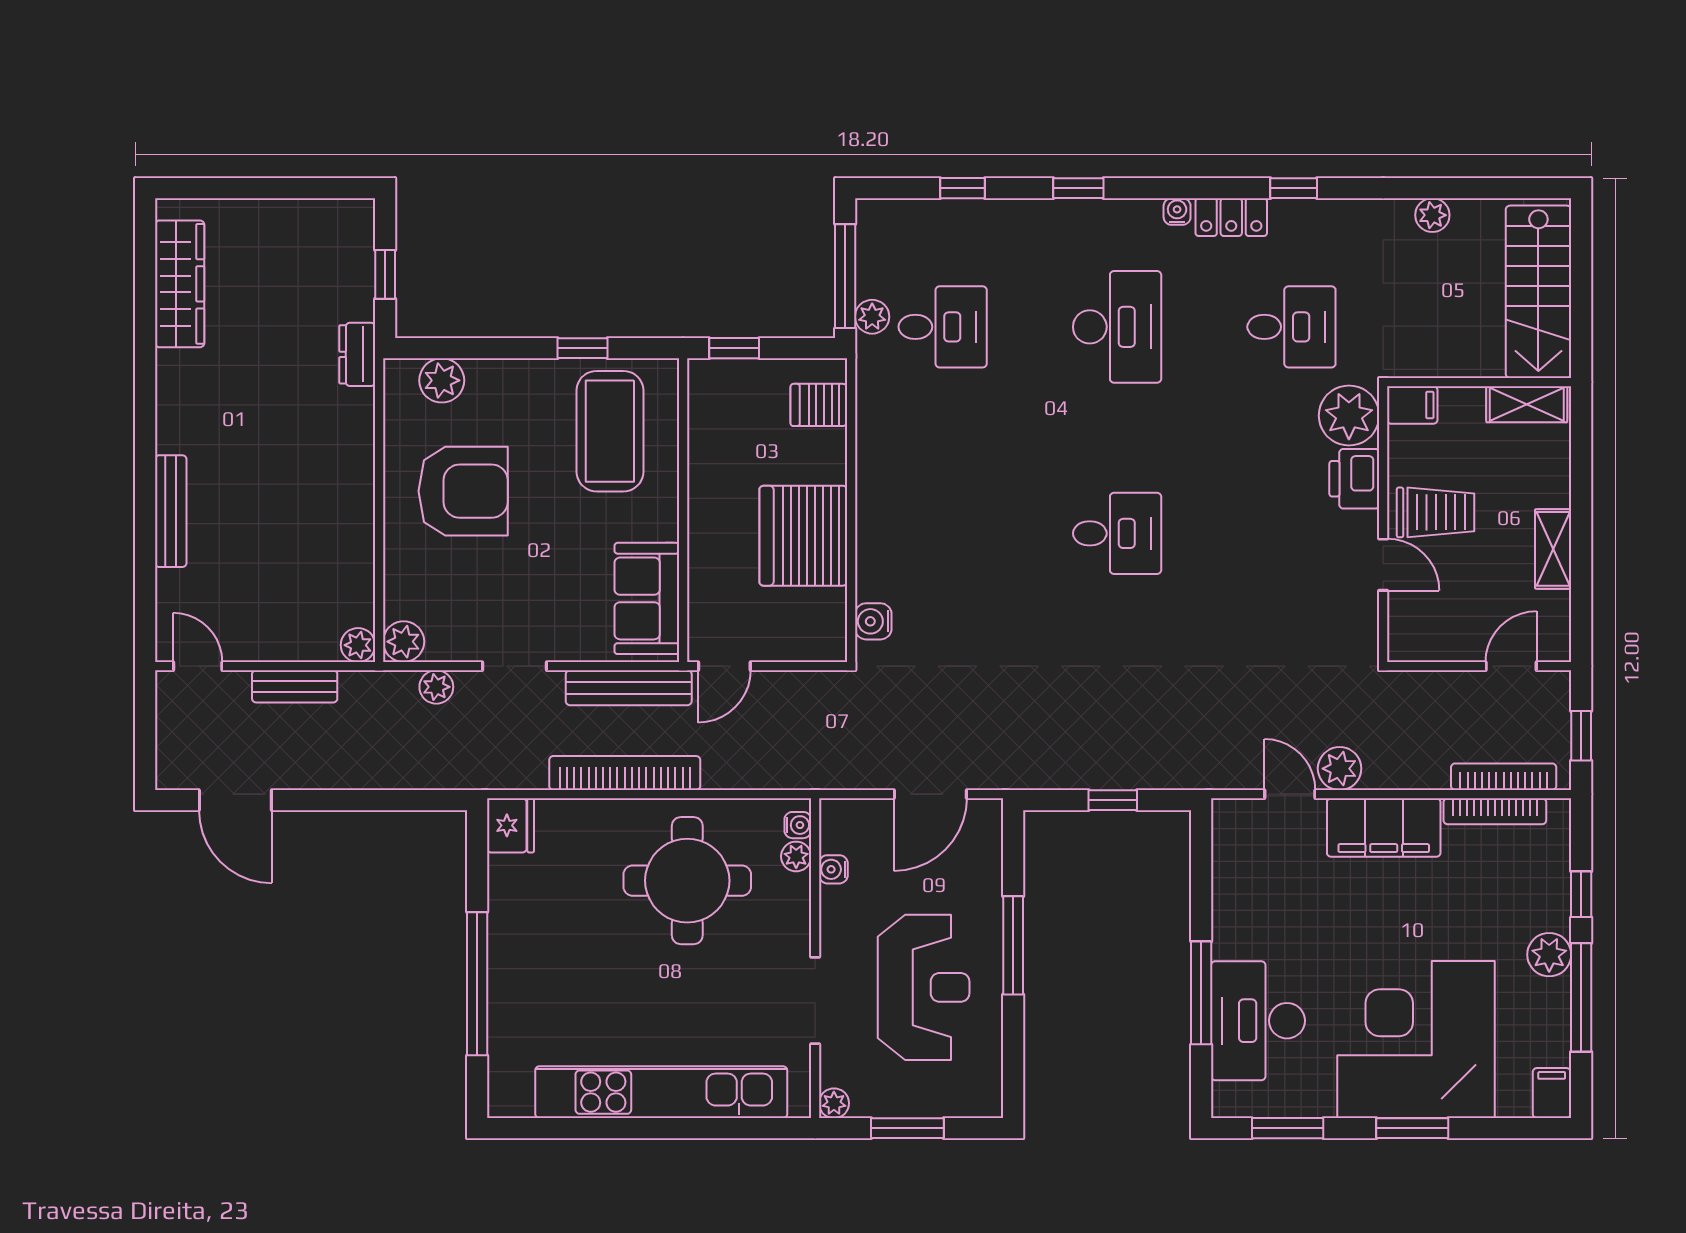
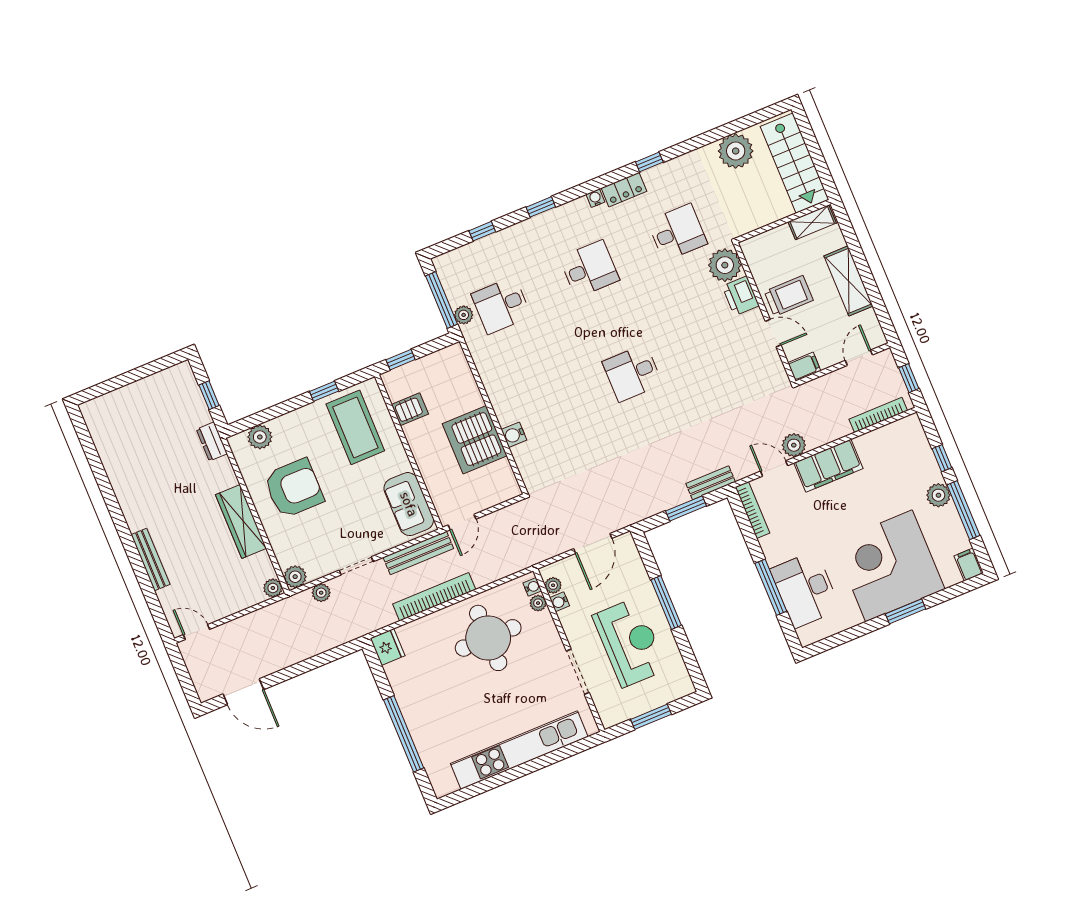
plant: (1432, 215) -> (736, 151), width x1.88, depth x1.88
wardrobe: (180, 284) -> (241, 521), moved, turned 180
desk: (943, 327) -> (501, 305), turned 180
desk: (1117, 327) -> (589, 269), width x0.73
server rack: (819, 405) -> (410, 409), moved, turned 180
filing cabinet: (1412, 405) -> (804, 367), moved
desk: (1117, 533) -> (632, 373), turned 180
shelving: (1553, 549) -> (848, 281), width x1.50, depth x1.33
water cooler: (873, 621) -> (514, 435), moved
bench: (295, 686) -> (711, 483), moved
window: (1113, 800) -> (686, 508), width x1.50
bookcase: (1495, 811) -> (752, 510), moved, turned -90
plant: (834, 1103) -> (553, 585), moved
window: (1288, 1128) -> (843, 637), removed

